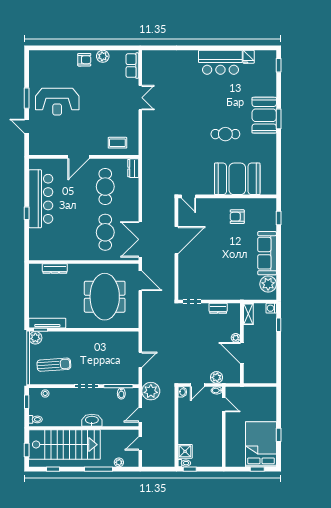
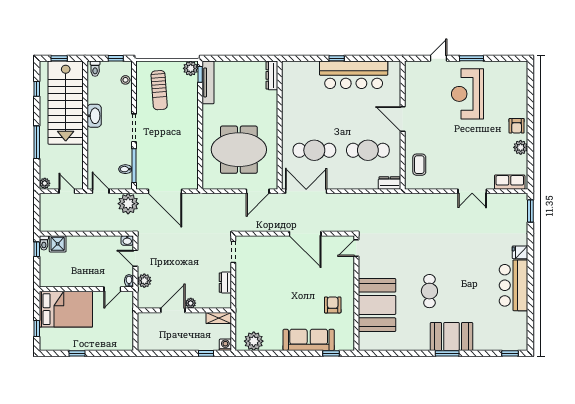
window: (157, 48) -> (530, 211), added
fridge: (249, 57) -> (520, 252), moved
sofa: (267, 253) -> (309, 340), moved
dresser: (55, 268) -> (272, 75), moved
door: (140, 360) -> (165, 191), width x1.88
washbasin: (92, 420) -> (94, 116), moved
bed: (261, 444) -> (66, 309), moved
plant: (119, 462) -> (45, 183), moved

